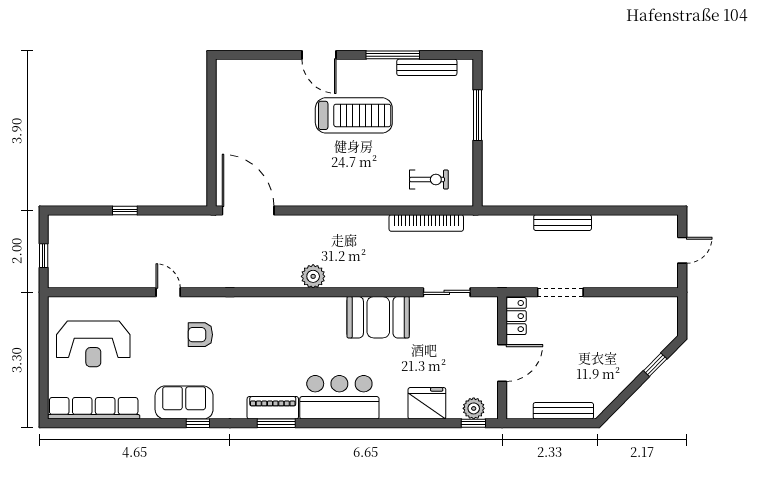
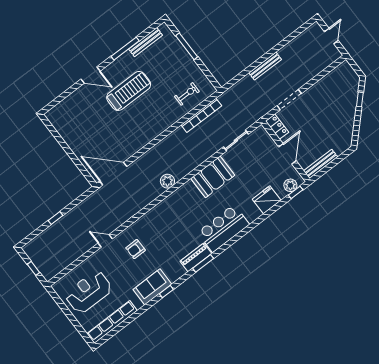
reception desk: (93, 344) -> (89, 292), turned 180
bench: (563, 411) -> (321, 164), moved

